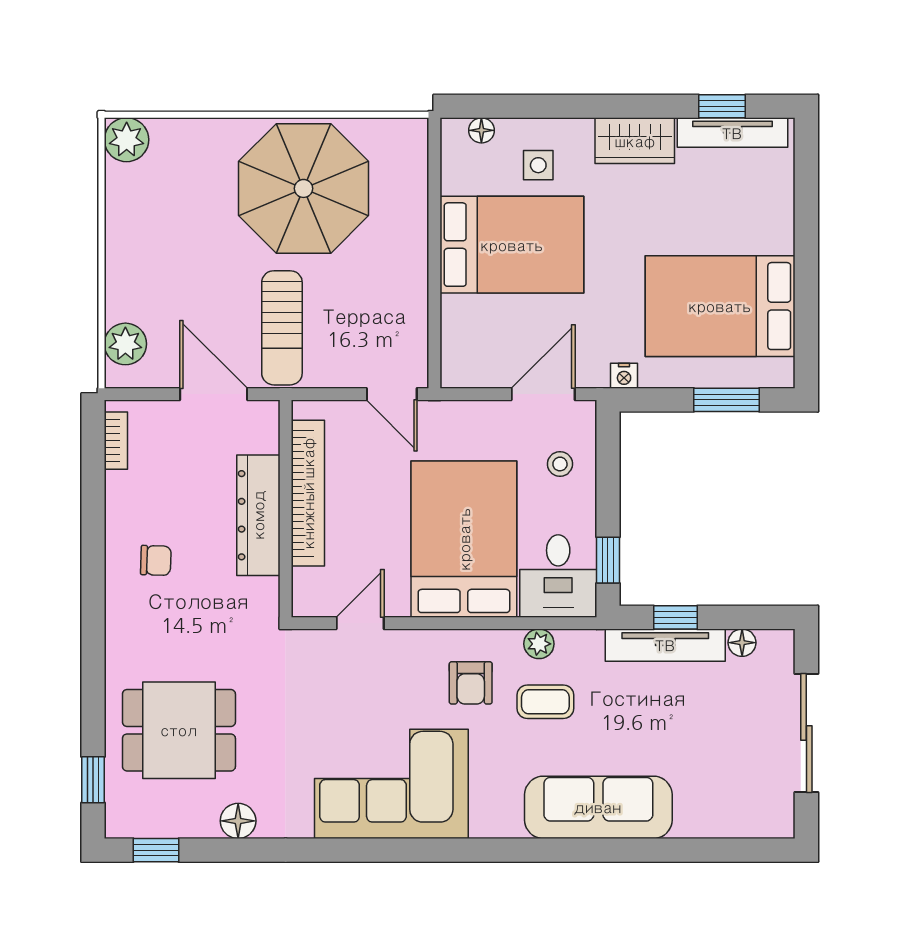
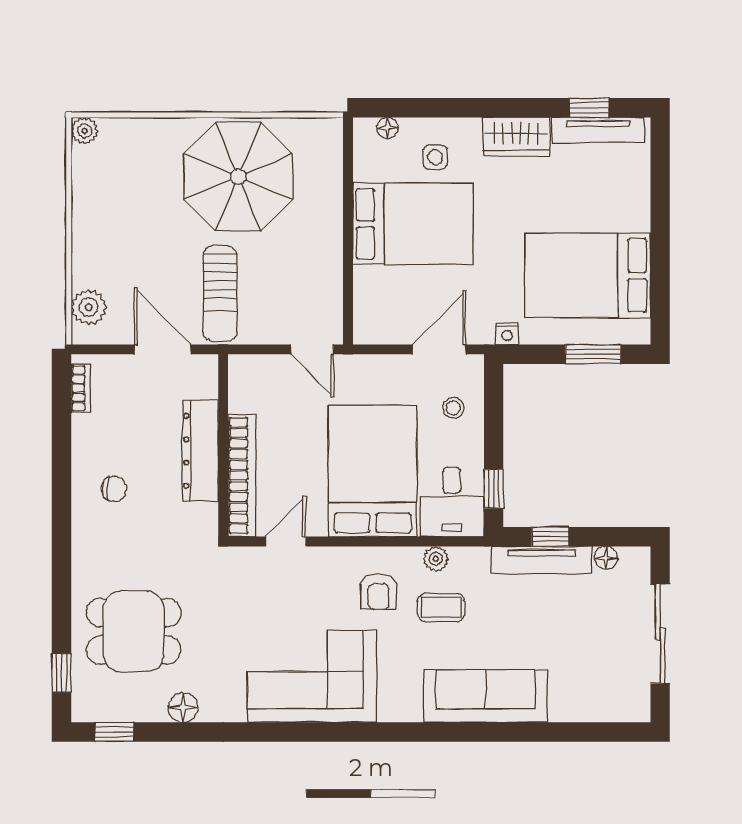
plant: (127, 140) -> (85, 131), width x0.73, depth x0.73
bookcase: (308, 493) -> (242, 475), moved

